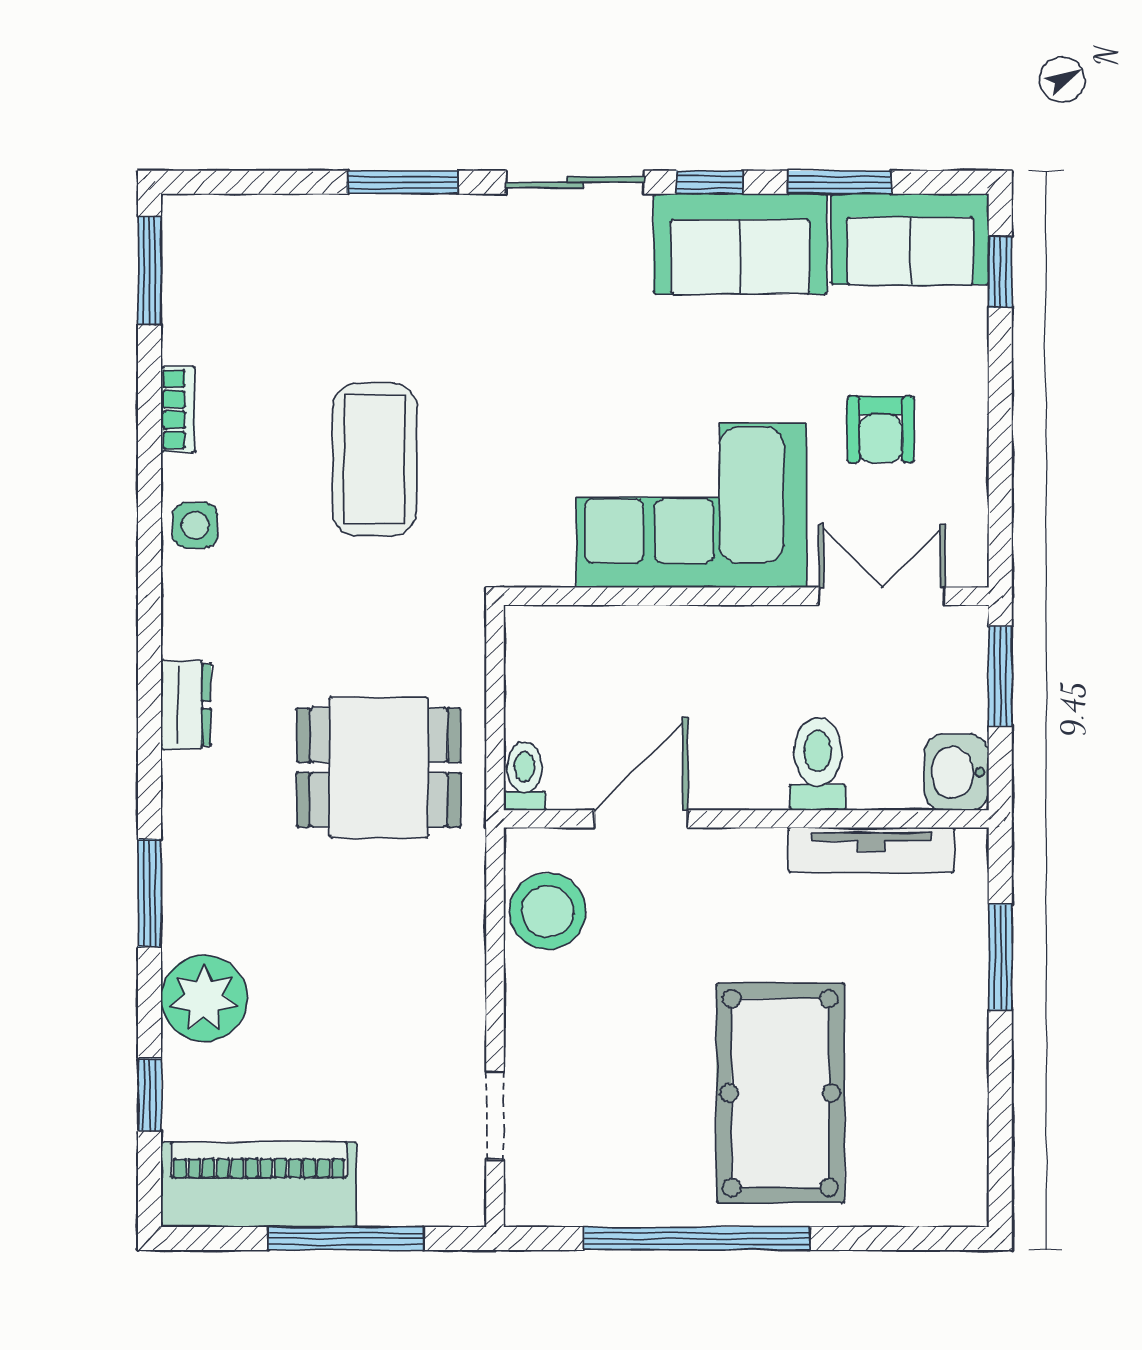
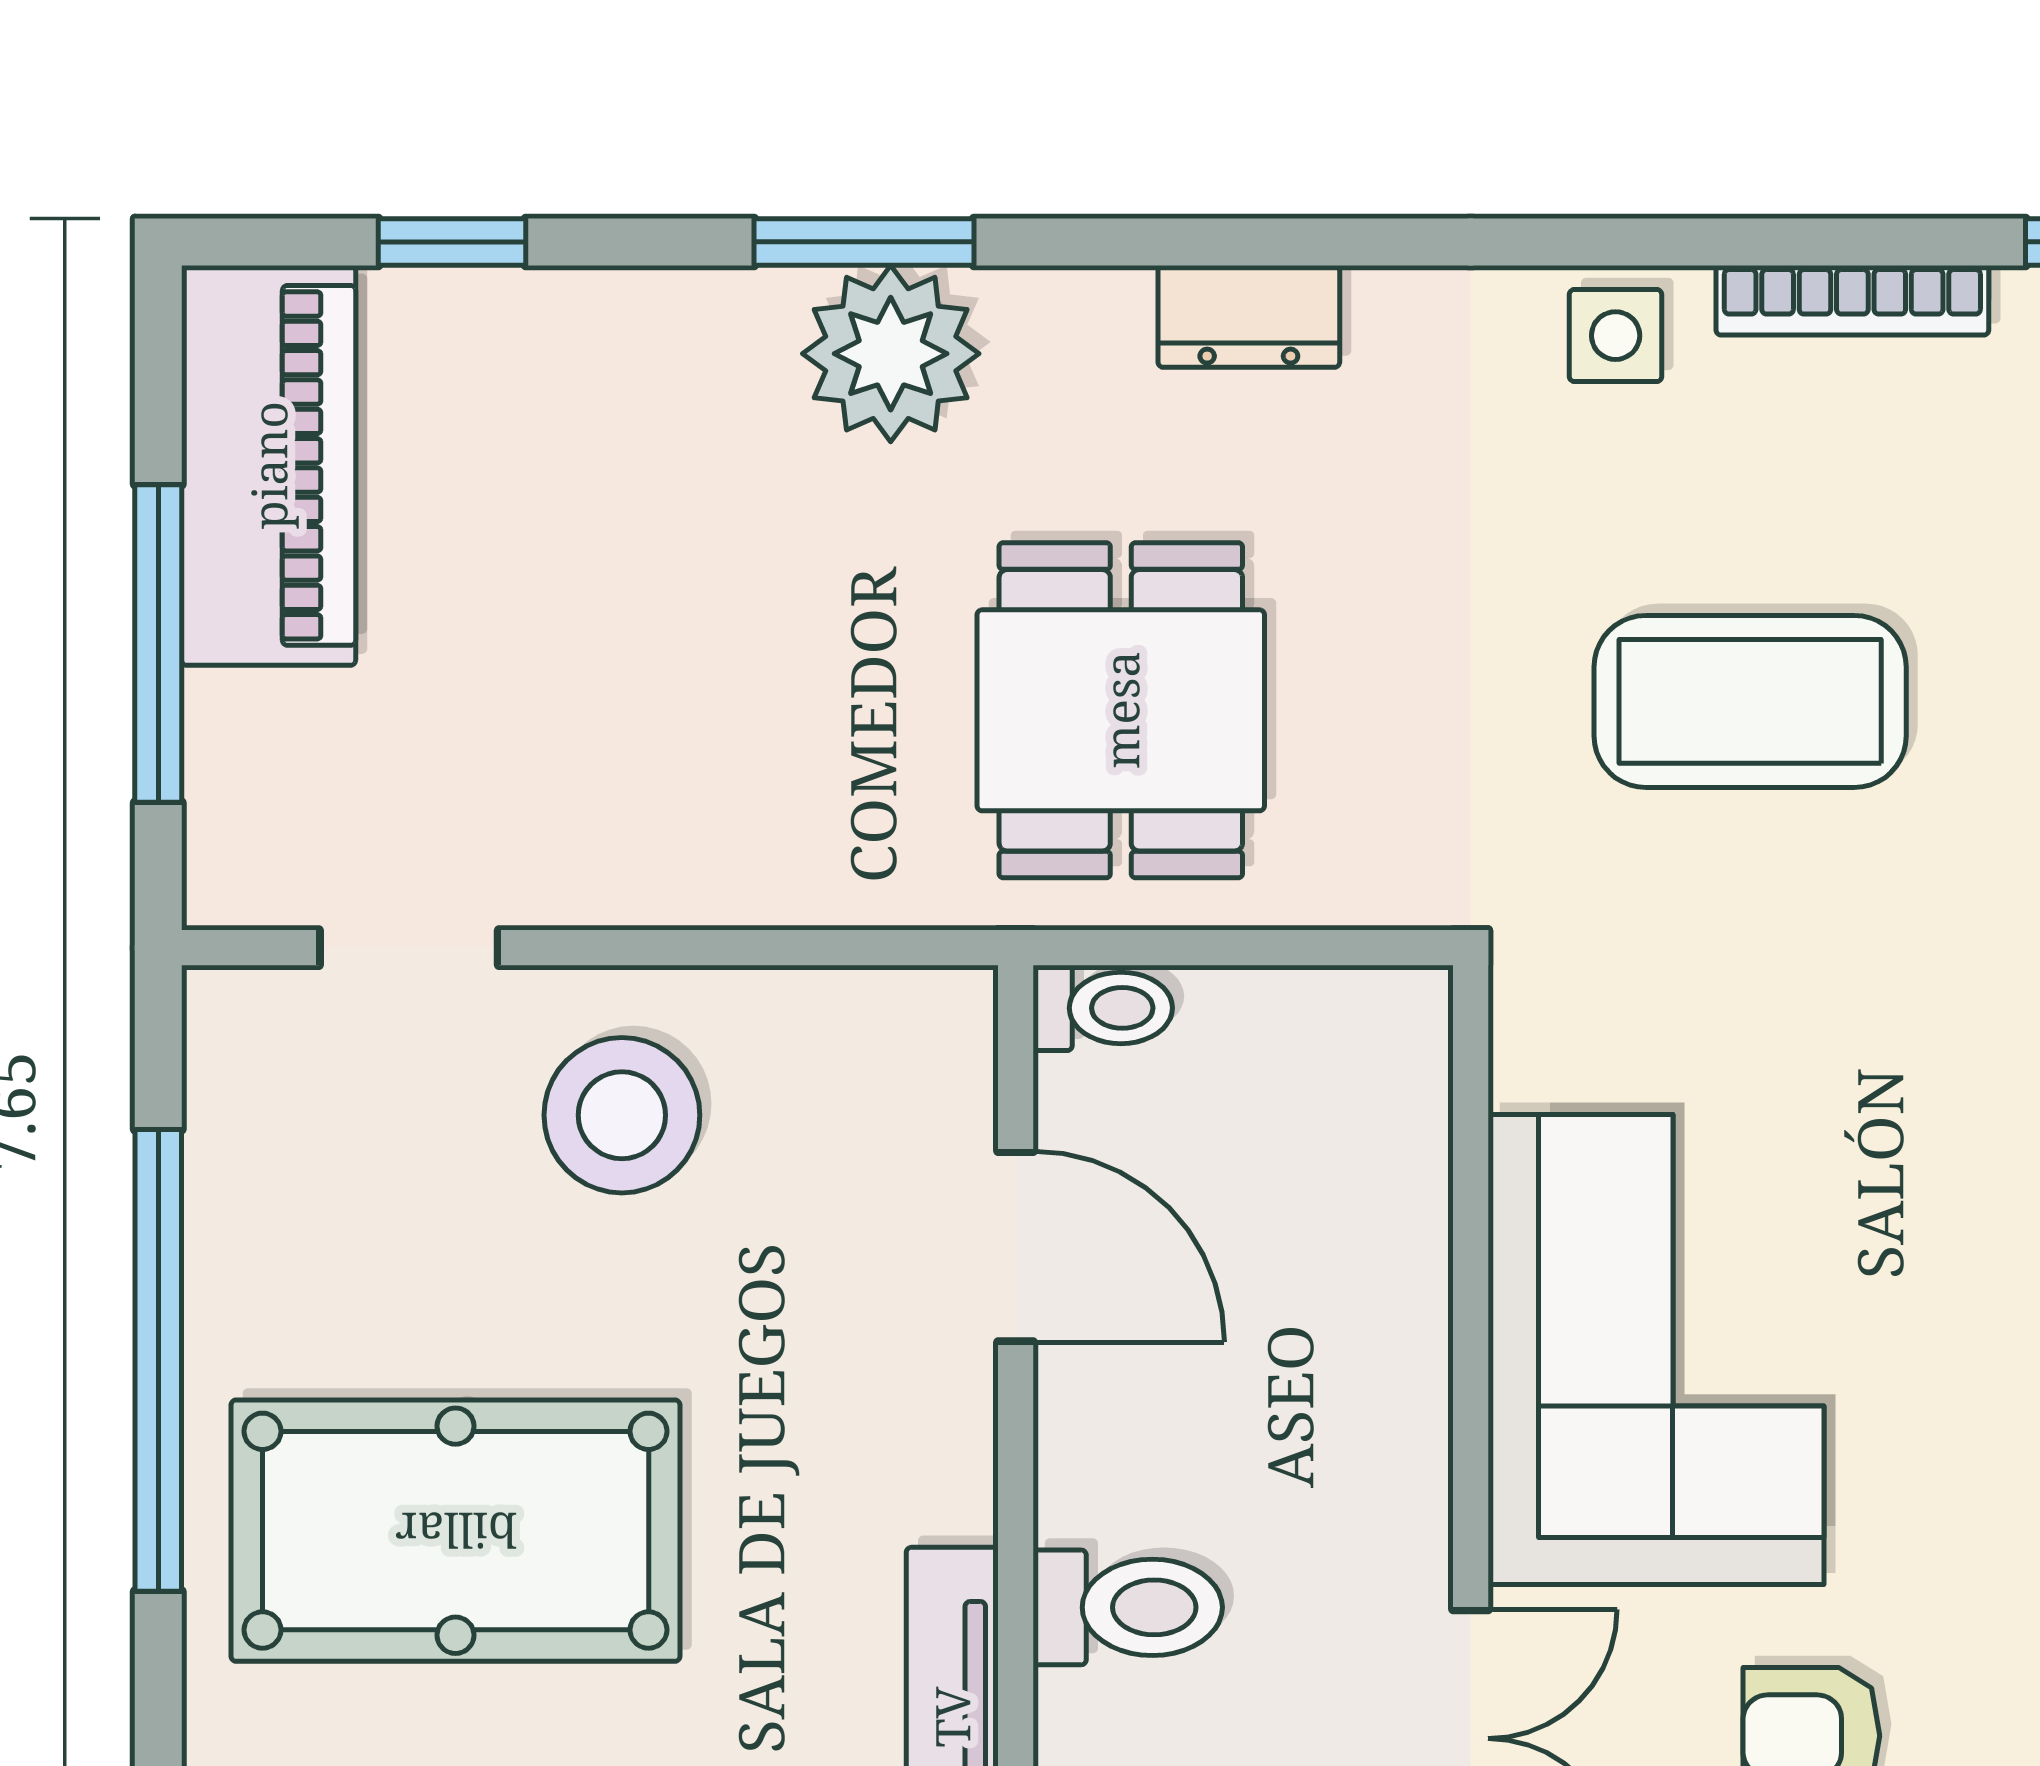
bookcase: (178, 409) -> (1852, 300), width x1.56
stool: (548, 911) -> (622, 1115), moved
plant: (204, 998) -> (891, 354), moved

